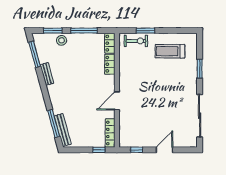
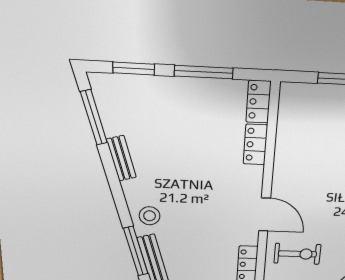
stool: (62, 40) -> (150, 216), moved
exercise bike: (136, 41) -> (297, 254), moved
door: (117, 101) -> (265, 215), swing flipped

